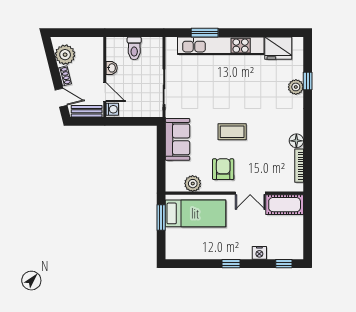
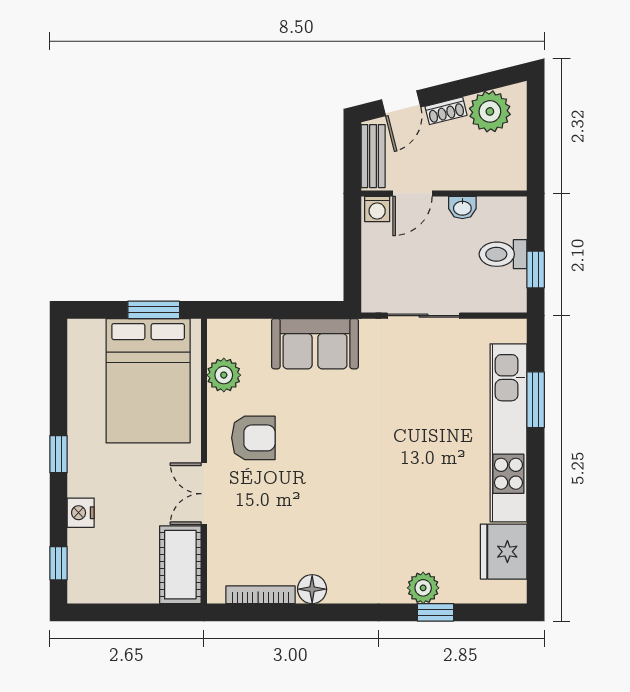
window: (142, 33) -> (536, 269), added
coffee table: (232, 132) -> (331, 456), removed
bed: (195, 213) -> (148, 381), width x1.50

